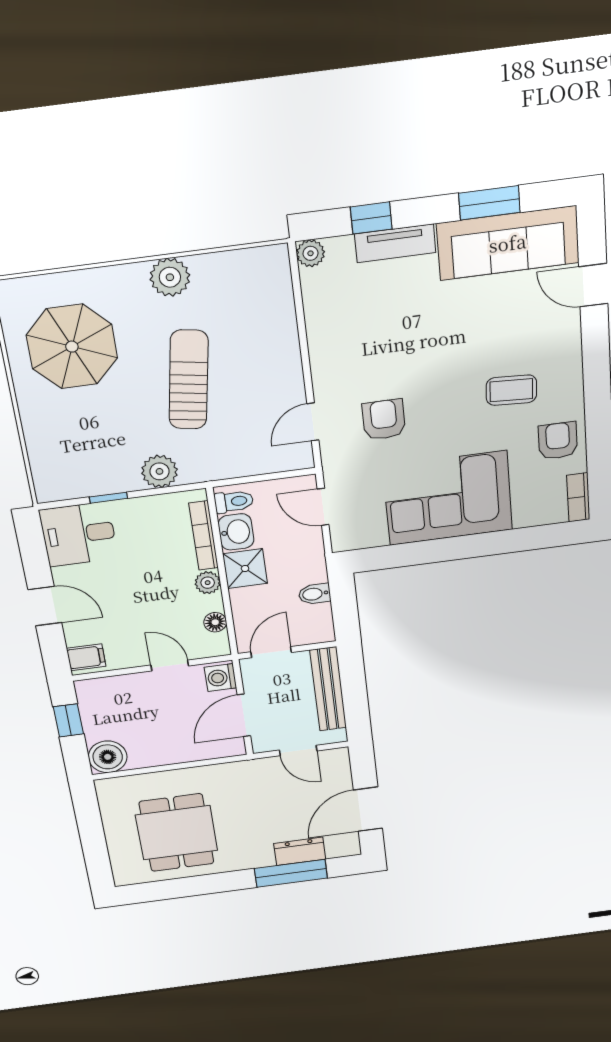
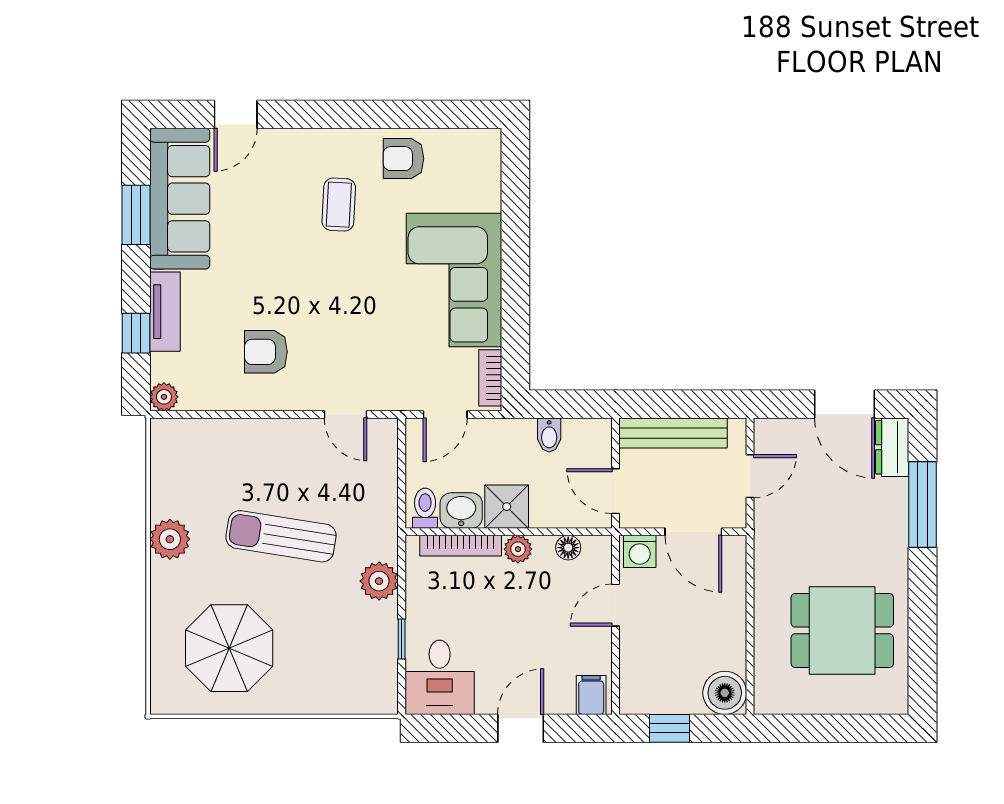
armchair: (384, 420) -> (266, 352), moved
bookcase: (578, 497) -> (490, 378), moved, turned 90
dresser: (300, 851) -> (892, 447), moved

